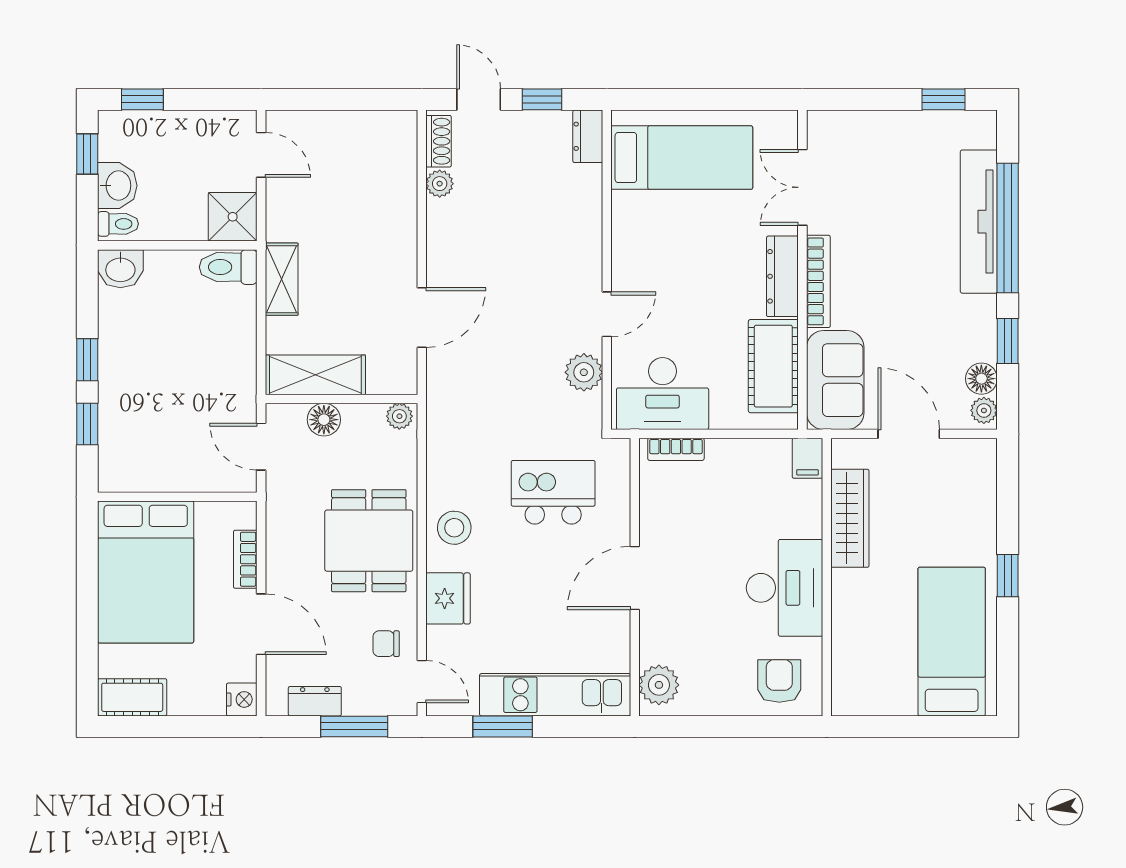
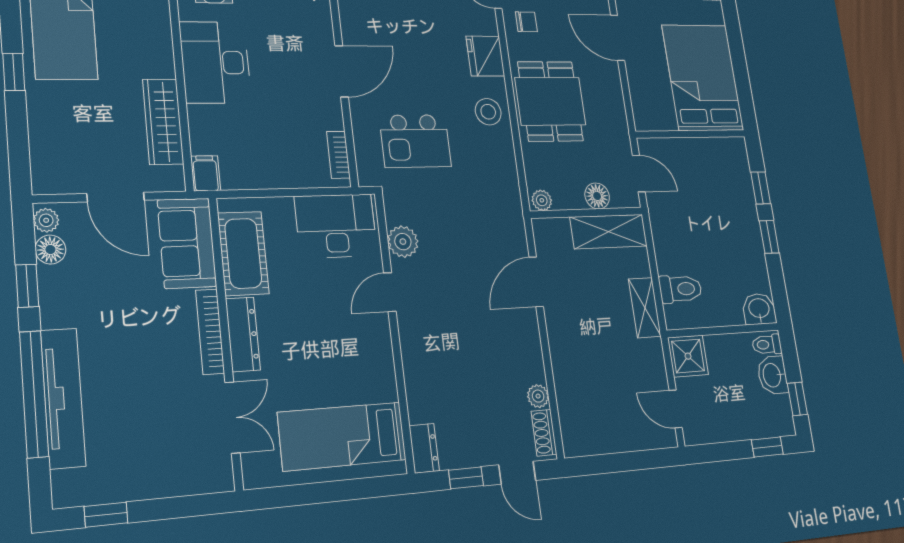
toilet: (228, 267) -> (680, 289), moved
bookcase: (676, 449) -> (338, 155), moved, turned -90
bookcase: (245, 559) -> (636, 87), removed

